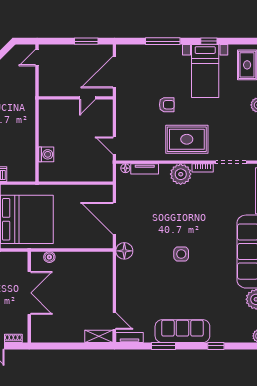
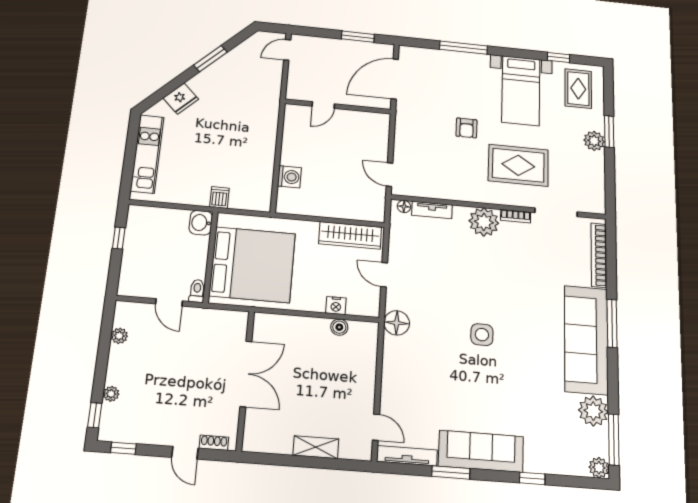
window: (209, 41) -> (559, 57), moved
door: (87, 98) -> (323, 105), moved
armchair: (167, 105) -> (466, 128), turned 90
rug: (187, 139) -> (518, 165), moved
wardrobe: (90, 193) -> (350, 235), added
door: (114, 218) -> (384, 275), width x0.53
nightstand: (84, 243) -> (336, 306), added
boiler: (49, 257) -> (339, 327), moved
shelving: (99, 336) -> (316, 447), moved
tv unit: (130, 338) -> (407, 456), width x1.41

